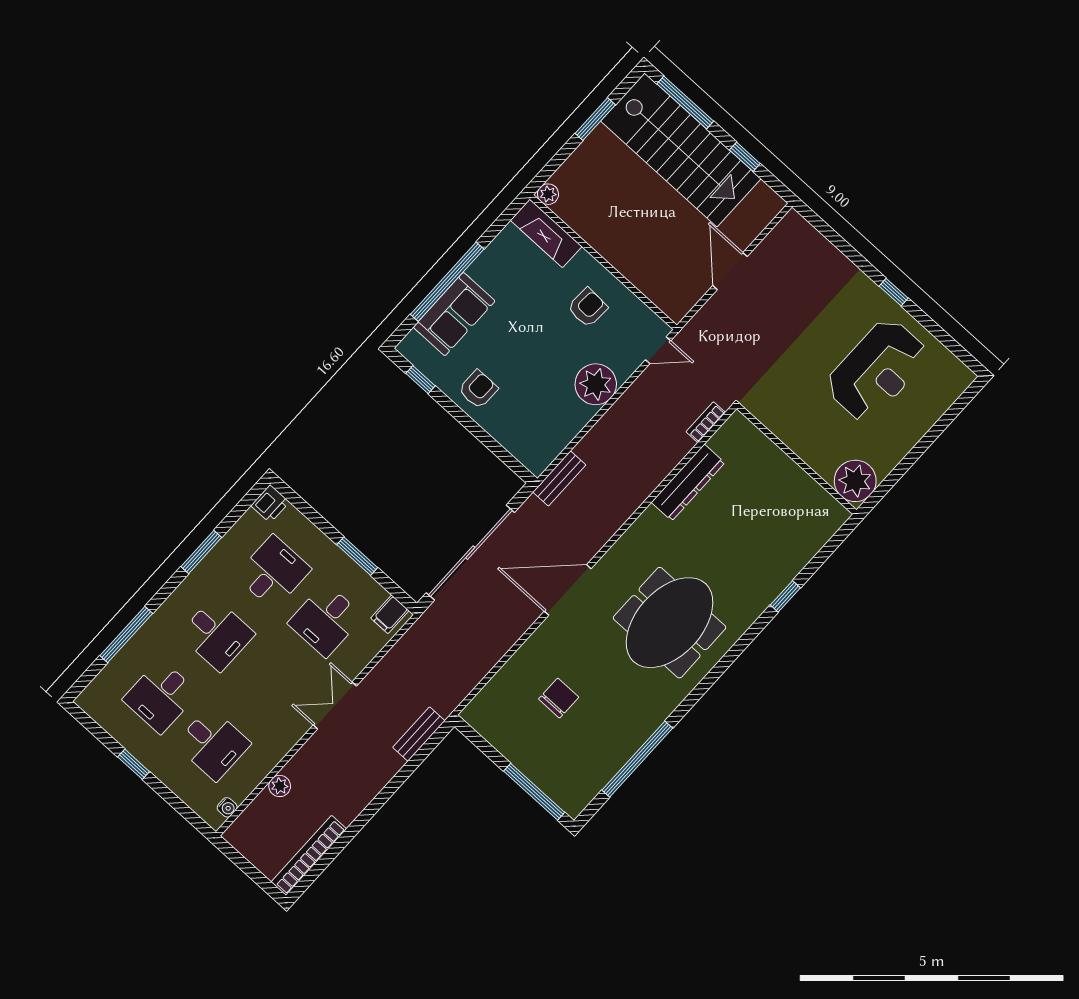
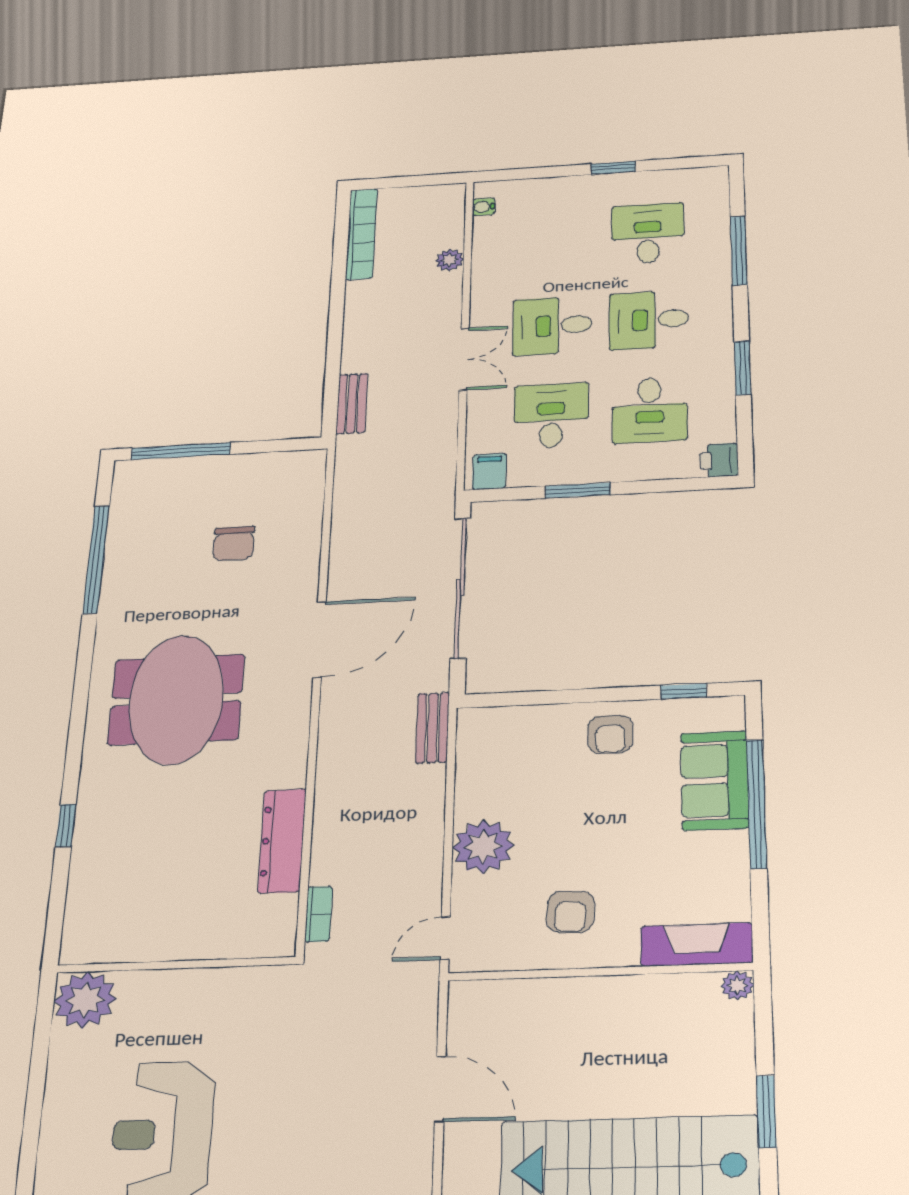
desk: (213, 744) -> (552, 326), moved

